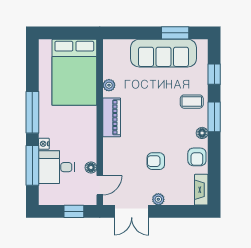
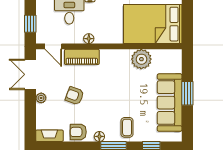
window: (175, 33) -> (187, 93), moved
plant: (109, 85) -> (141, 59), width x1.87, depth x1.87
piano: (112, 117) -> (82, 57), moved
armchair: (156, 161) -> (75, 96), turned -70
floor lamp: (91, 167) -> (89, 39), moved

